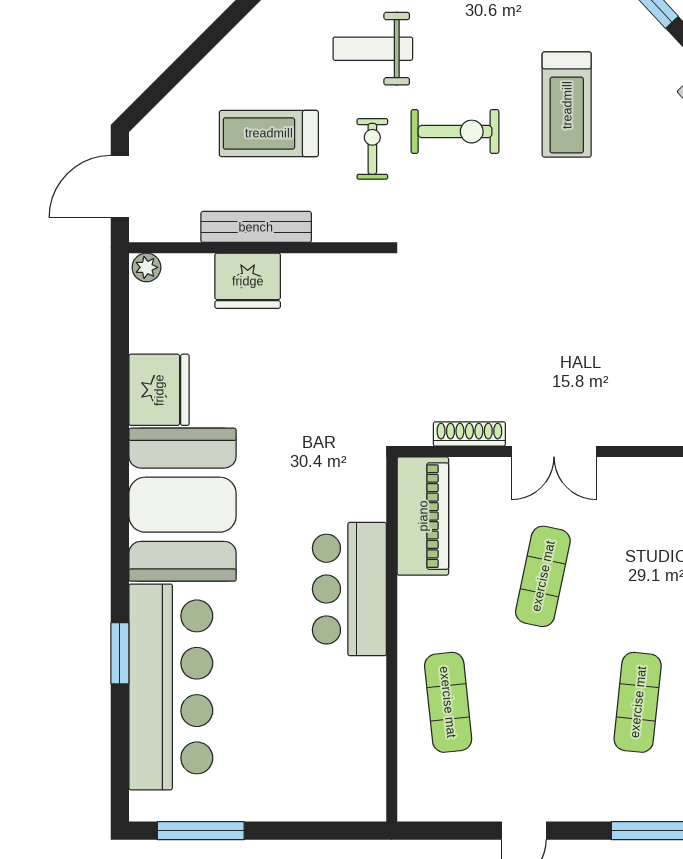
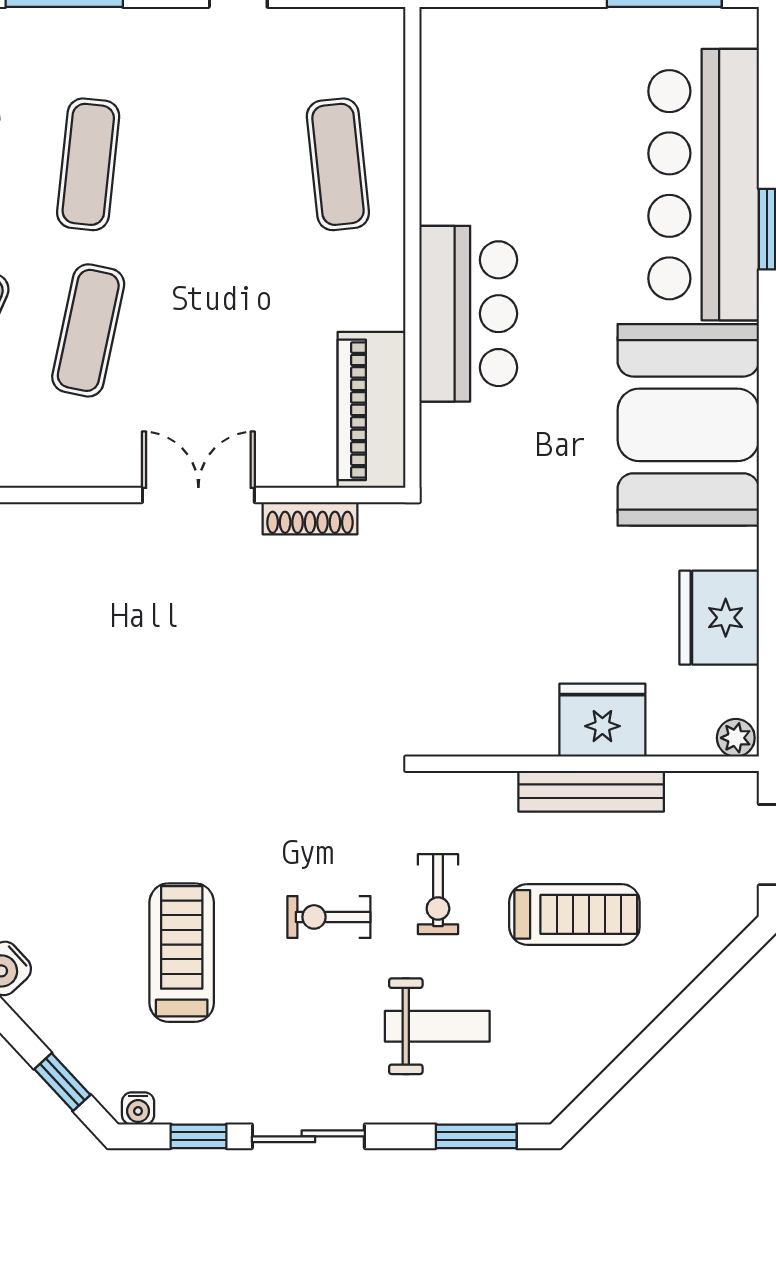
exercise bike: (455, 132) -> (329, 917), width x0.73, depth x0.72
fridge: (159, 390) -> (719, 618), moved
exercise mat: (543, 576) -> (88, 330), moved

